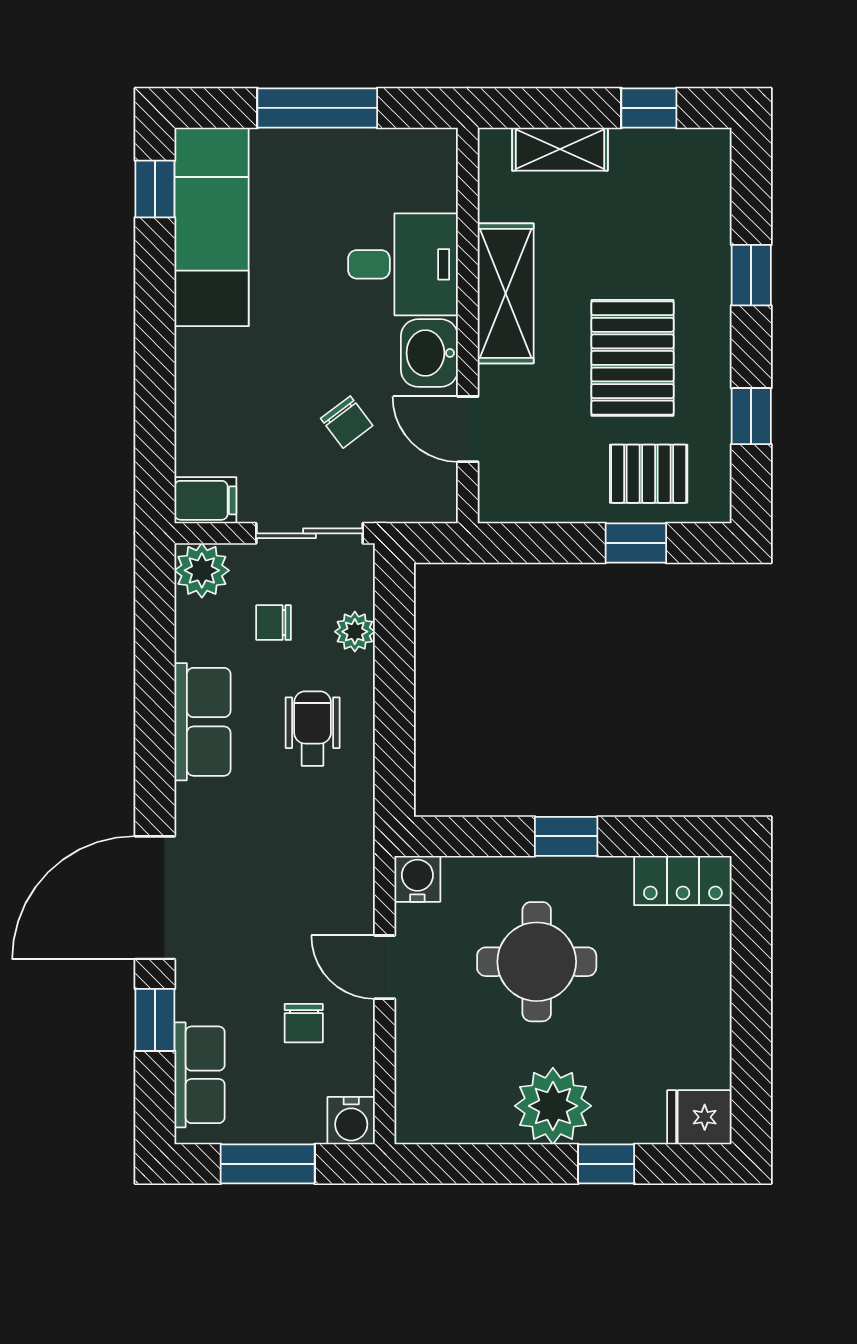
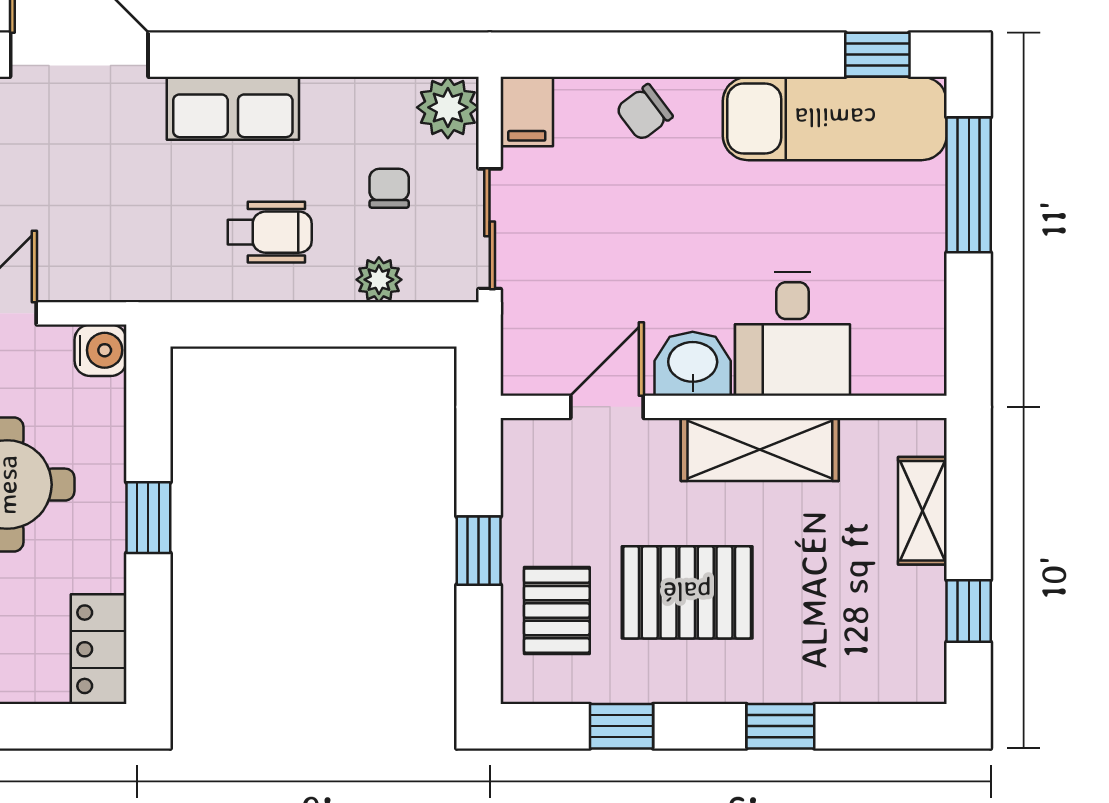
window: (317, 108) -> (969, 185), moved
chair: (347, 422) -> (644, 112), moved
window: (636, 543) -> (479, 551), moved
row of seats: (203, 722) -> (233, 108), moved

